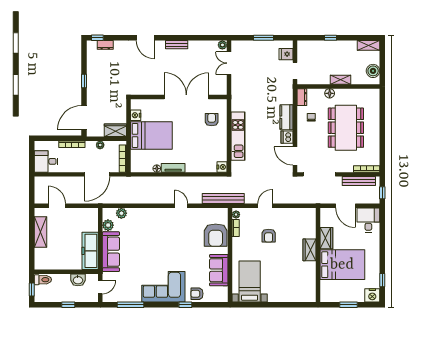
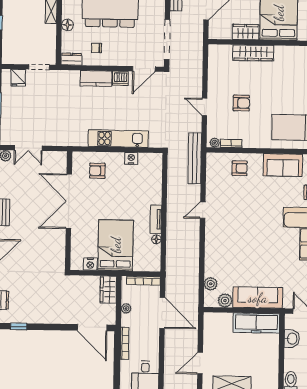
window: (84, 81) -> (19, 326), moved
nightstand: (222, 167) -> (131, 158), moved
armchair: (216, 235) -> (240, 168), width x0.53, depth x0.53
wardrobe: (310, 250) -> (253, 53), width x1.50

